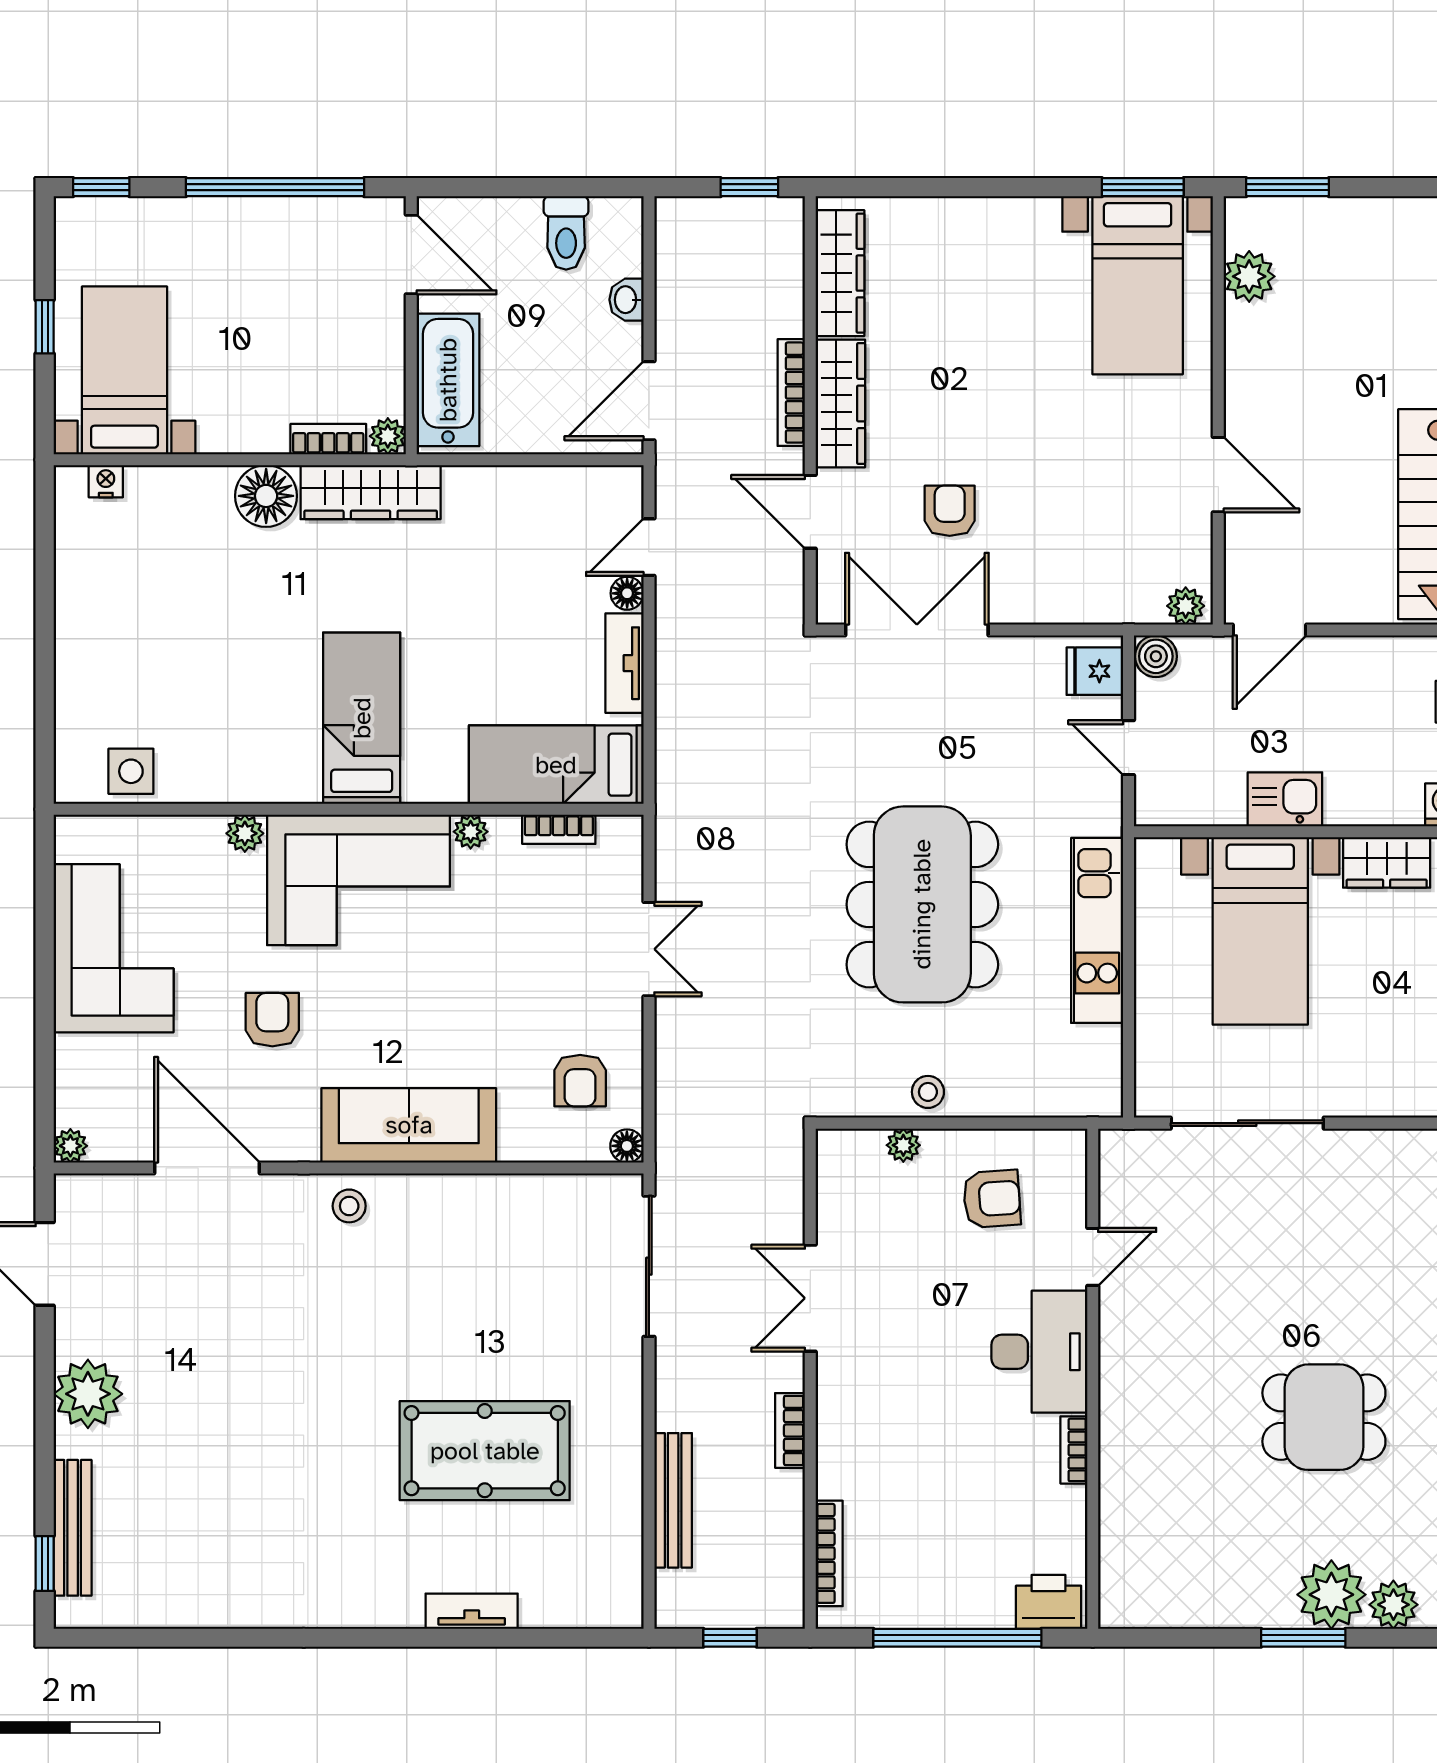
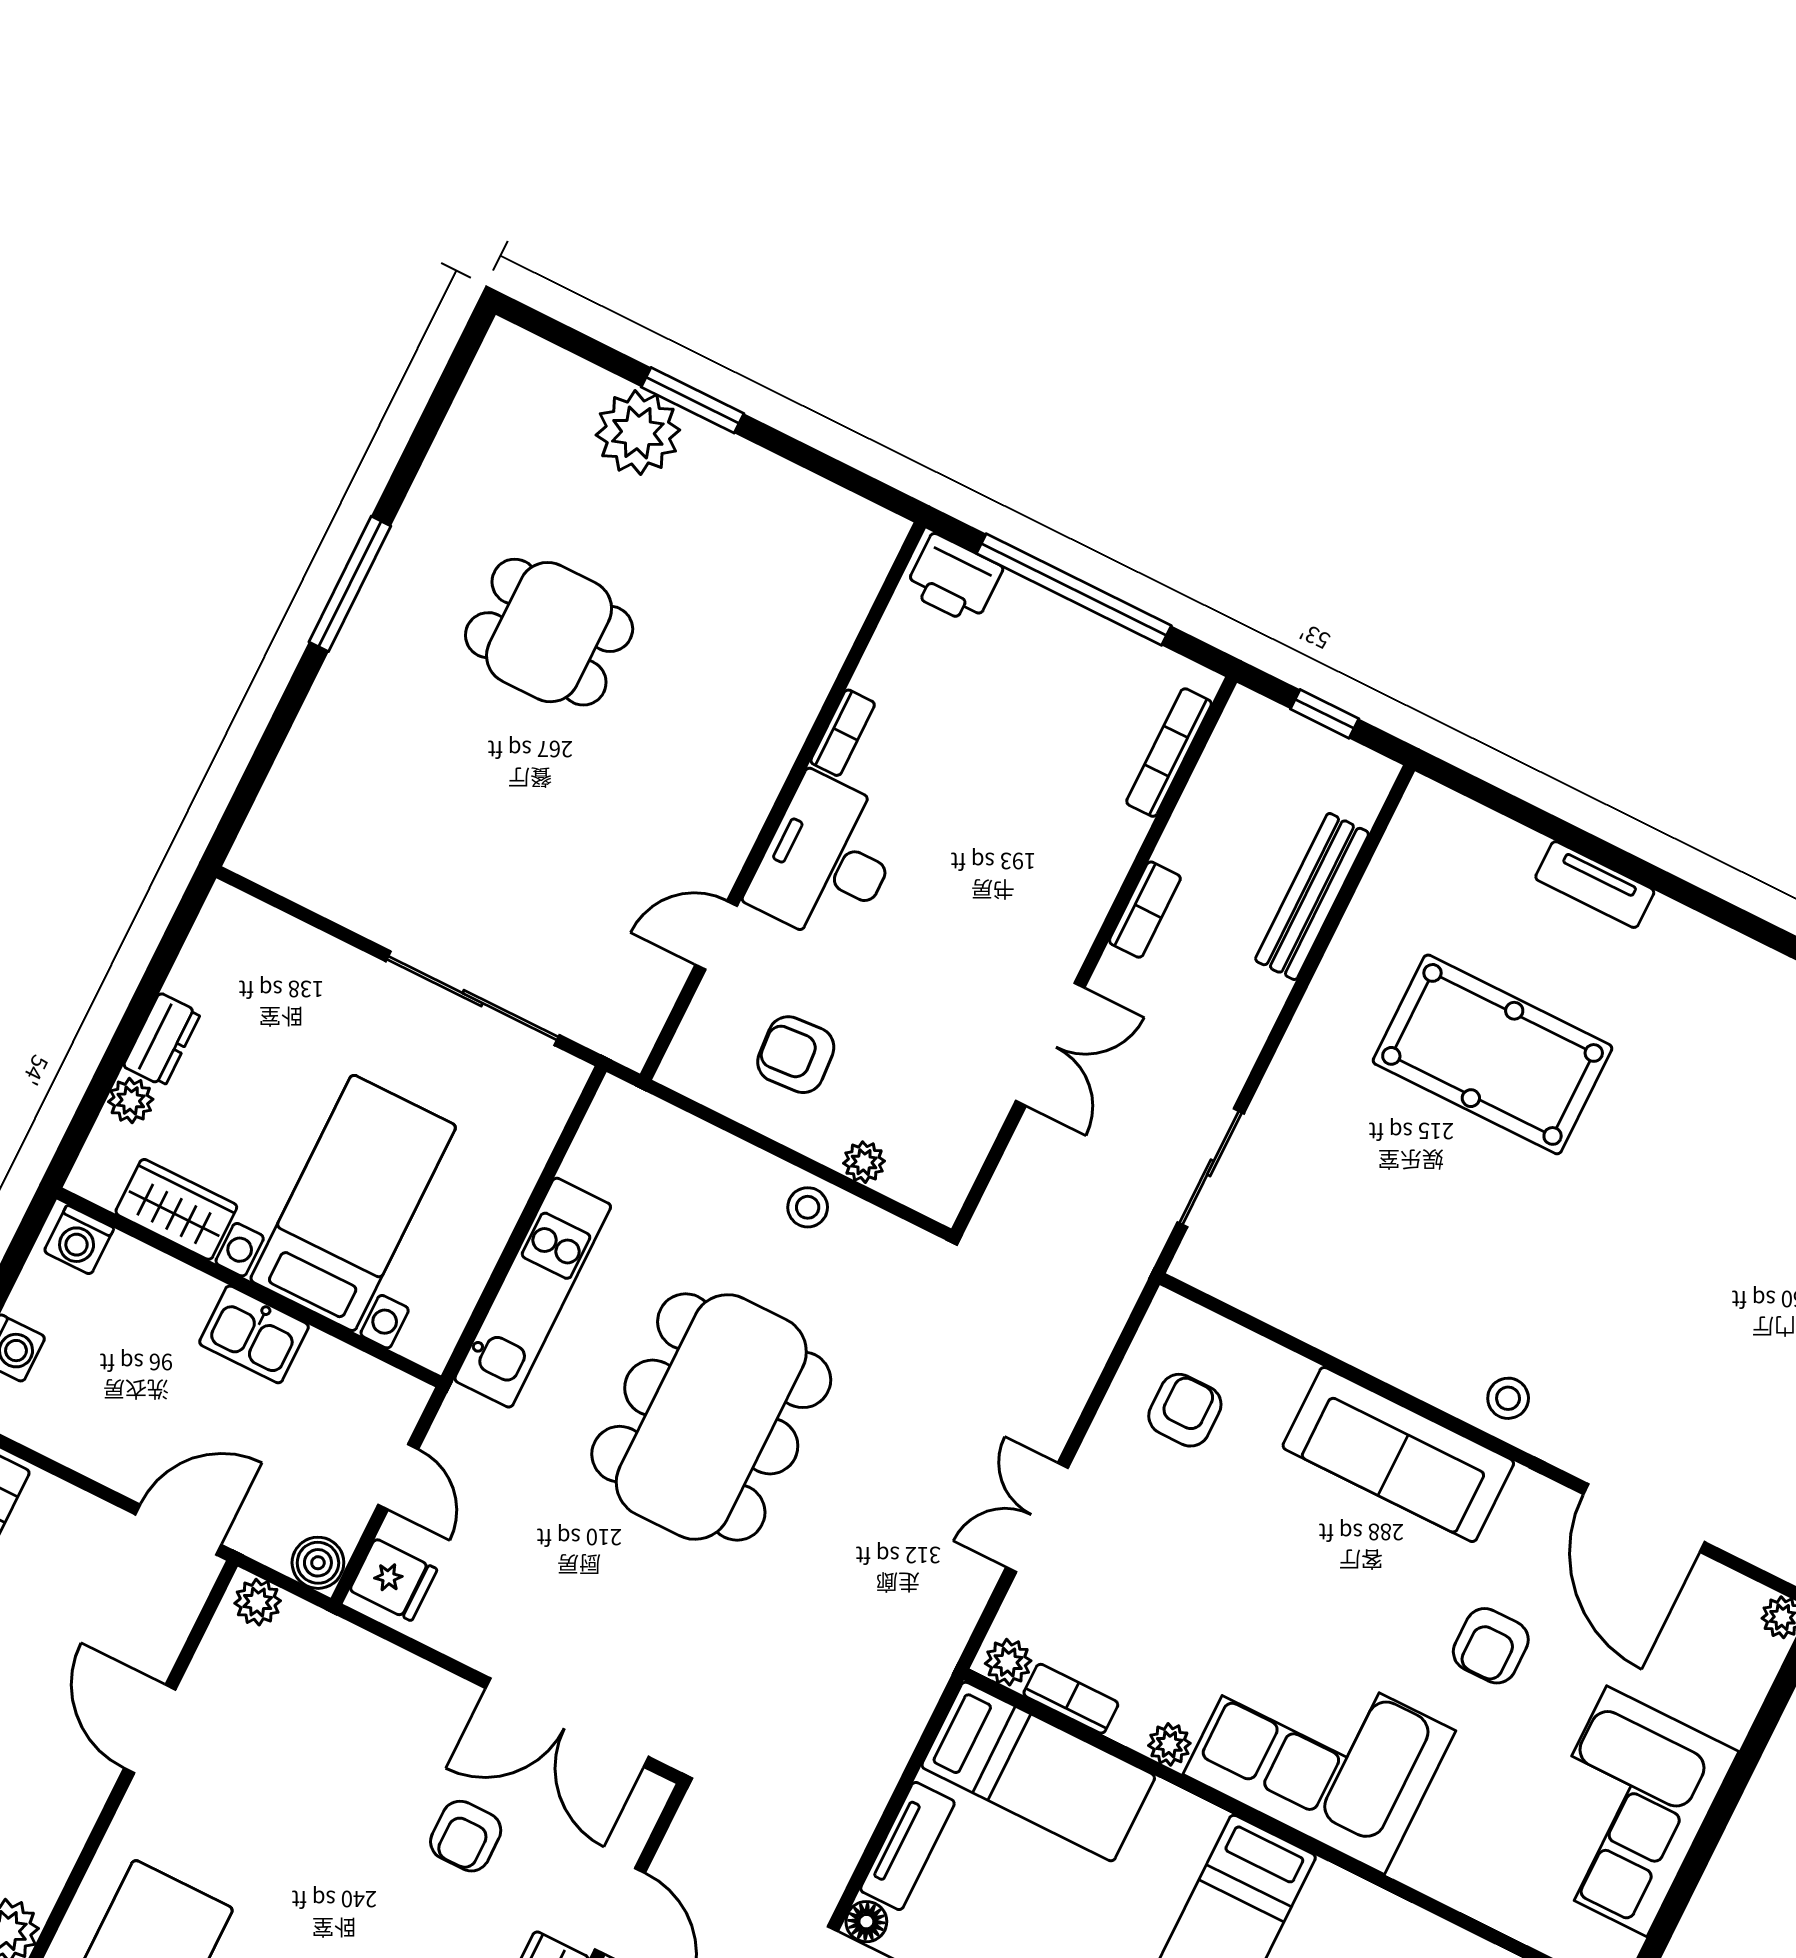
plant: (245, 833) -> (1008, 1662), moved
floor lamp: (627, 1146) -> (1169, 1312), removed
sliding door: (649, 1266) -> (1211, 1168), width x0.73
plant: (1393, 1605) -> (575, 387), removed

